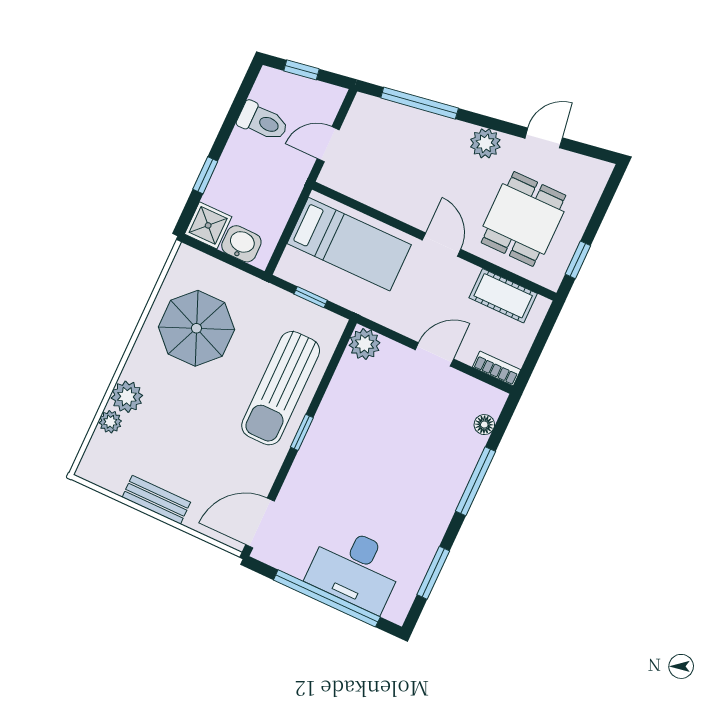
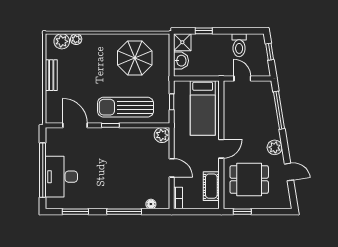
plant: (127, 397) -> (62, 41), moved
door: (260, 523) -> (75, 125), moved

